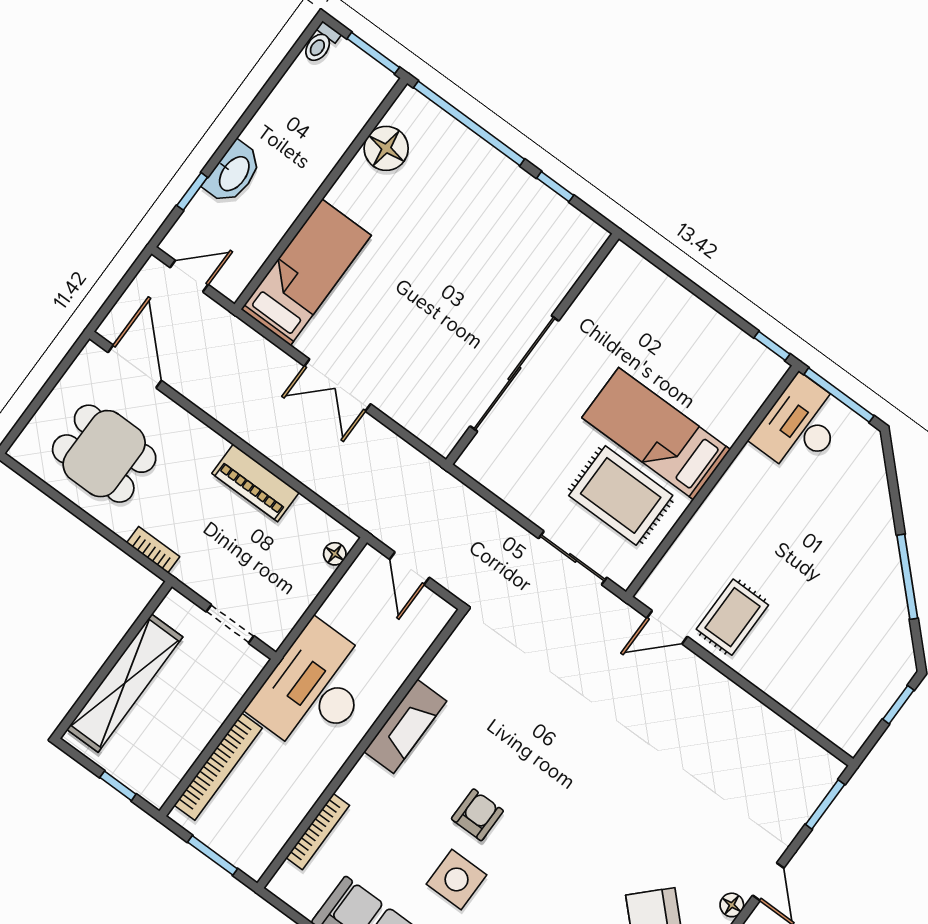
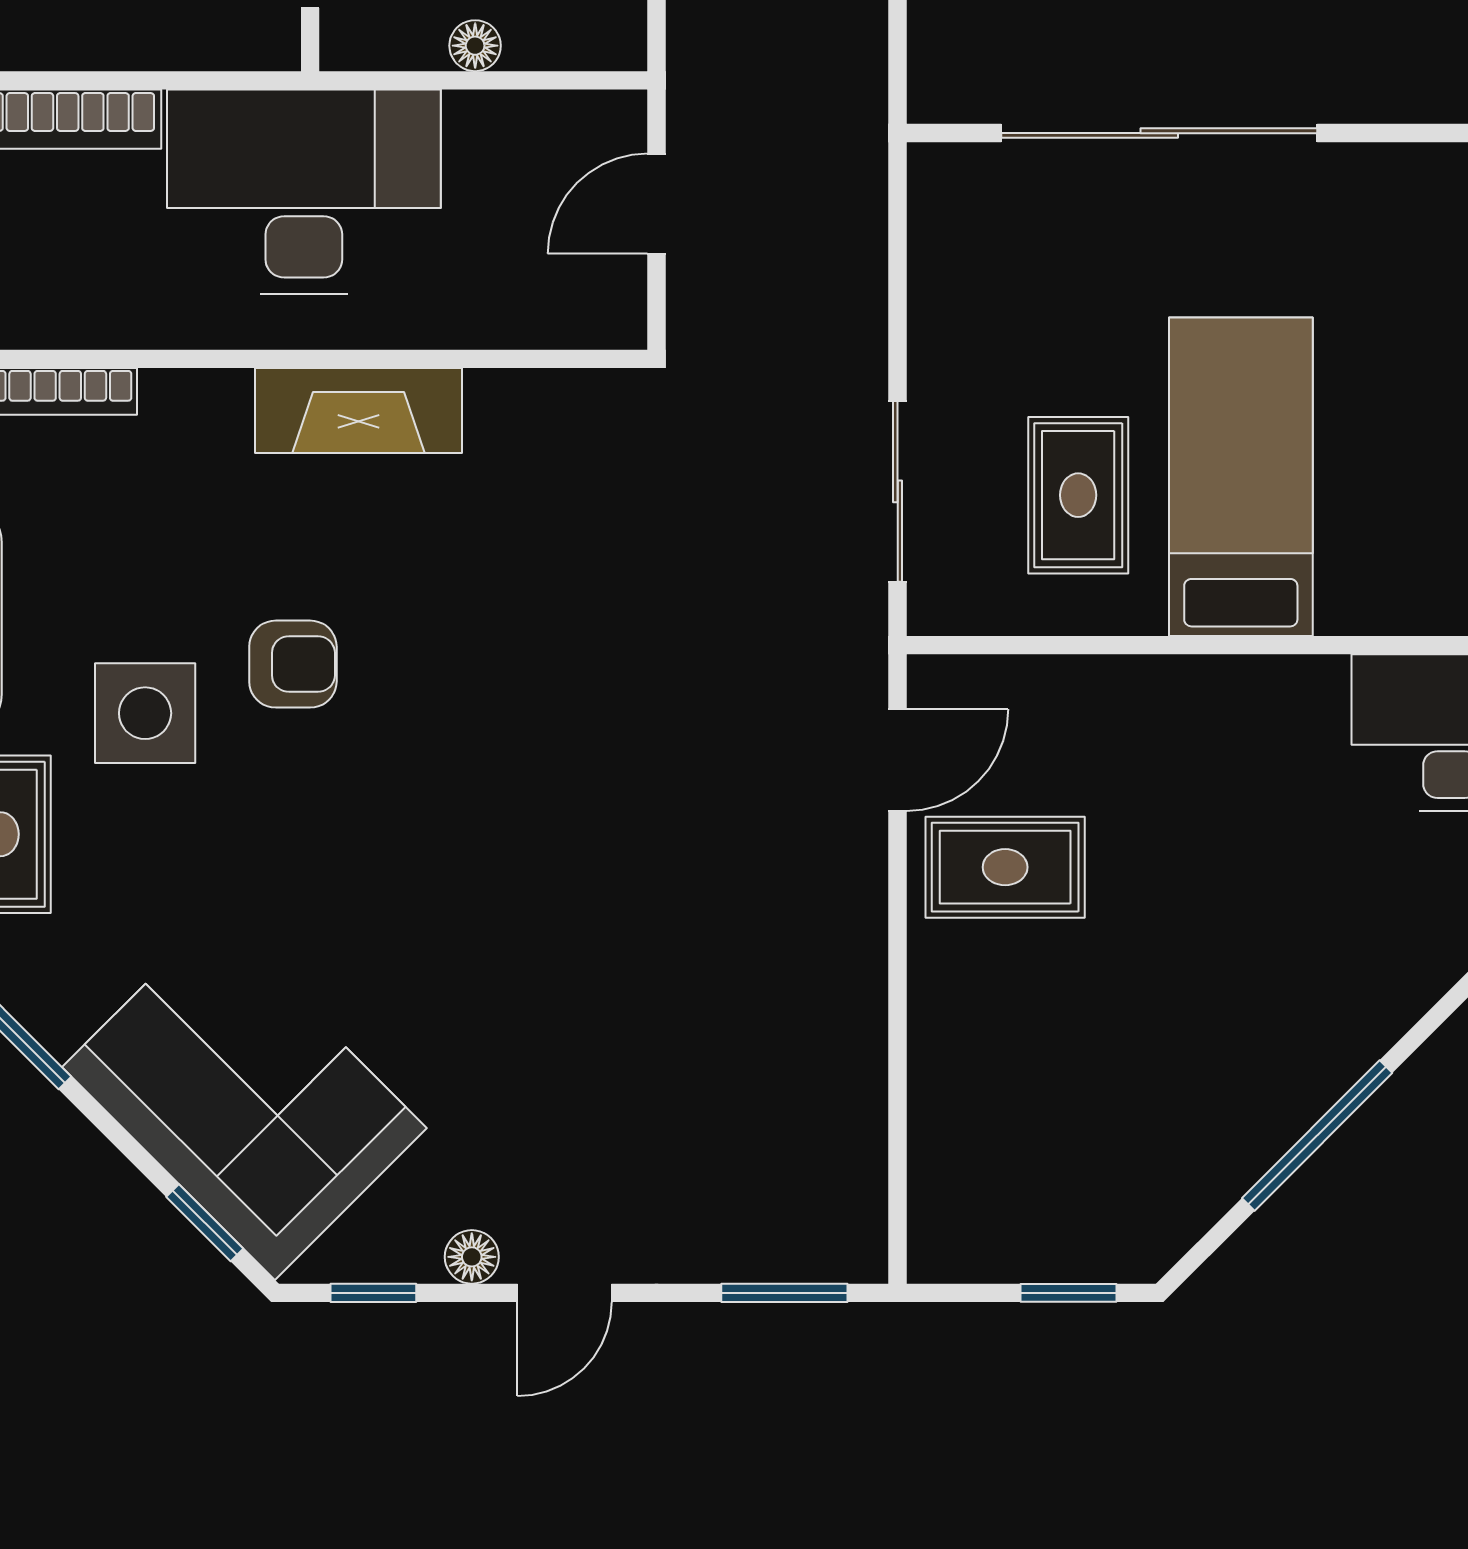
rug: (621, 495) -> (1078, 495), width x0.73, depth x0.70
floor lamp: (335, 554) -> (475, 46), moved
door: (667, 627) -> (898, 760), swing flipped

